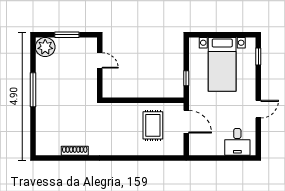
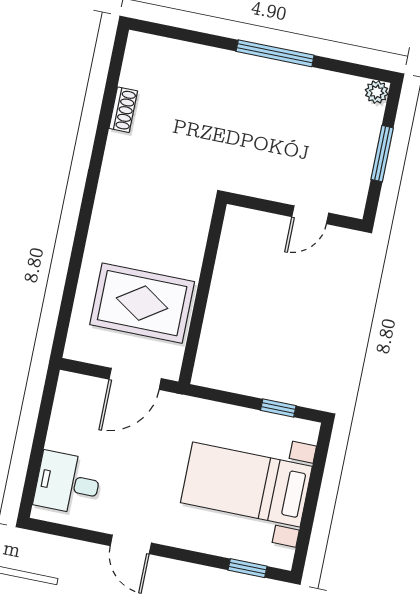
plant: (45, 47) -> (377, 92), width x0.53, depth x0.53
window: (186, 78) -> (278, 408), moved
rug: (153, 125) -> (142, 303), width x1.36, depth x1.43
shoe rack: (75, 151) -> (123, 110), width x0.70

